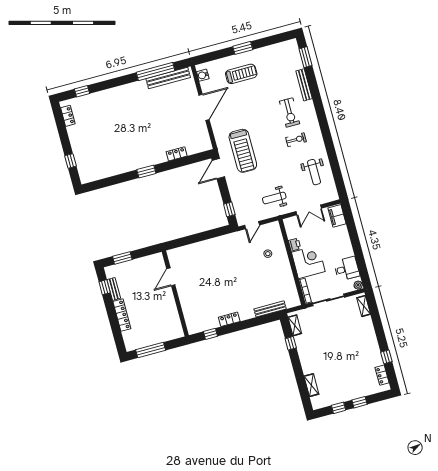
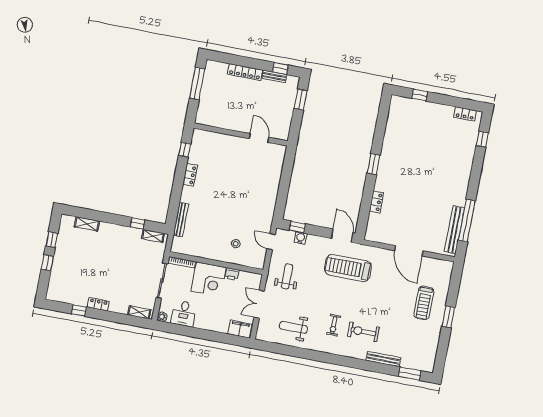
water cooler: (203, 75) -> (301, 238), moved
locker: (382, 375) -> (98, 304), moved

